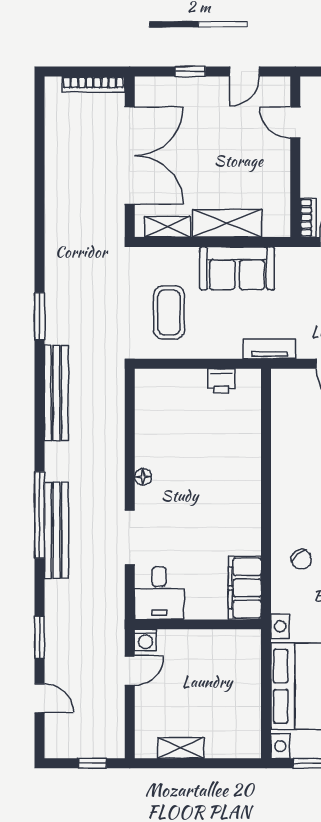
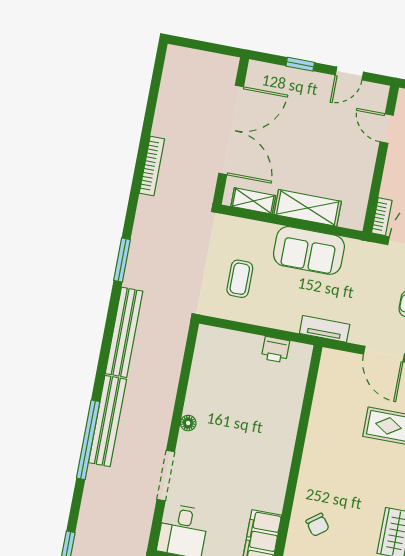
bookcase: (93, 84) -> (152, 166), moved, turned -90
coffee table: (169, 312) -> (240, 279), width x0.73, depth x0.77
bench: (56, 530) -> (107, 421), moved

